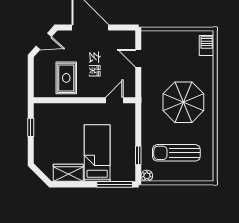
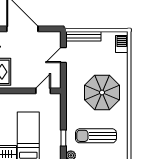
bench: (162, 36) -> (83, 36), added
door: (138, 58) -> (63, 55), hinge flipped

